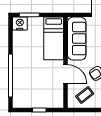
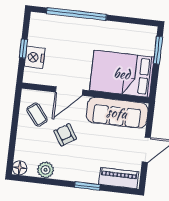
nightstand: (20, 24) -> (35, 57), moved, turned 180
bed: (54, 38) -> (122, 74), width x1.50

